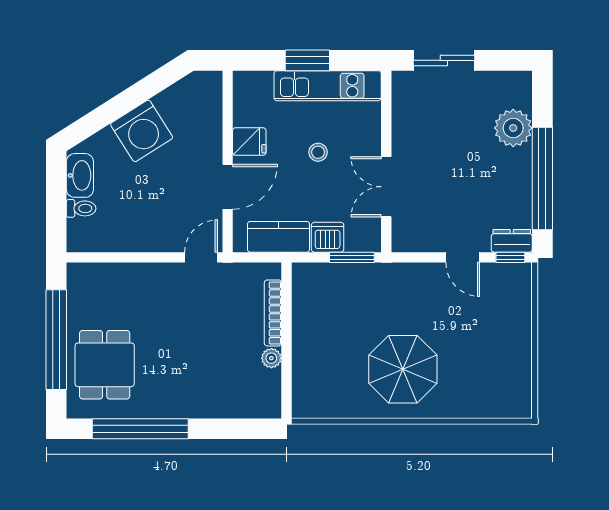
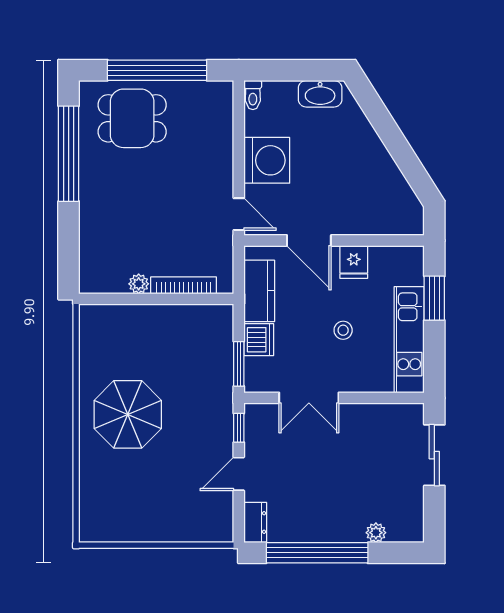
window: (307, 60) -> (434, 298), moved
plant: (513, 128) -> (376, 533), width x0.53, depth x0.53
washing machine: (142, 131) -> (267, 160), moved, turned -148
double door: (386, 187) -> (309, 398), swing flipped
toilet: (81, 208) -> (253, 95), moved
window: (510, 257) -> (239, 428), moved

